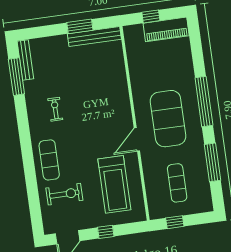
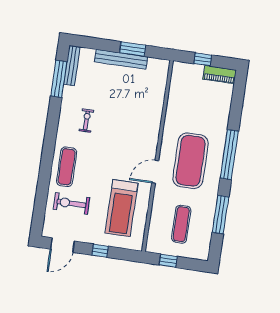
piano: (166, 29) -> (220, 75), width x0.73, depth x0.75
bench: (94, 37) -> (121, 59), moved
exercise bike: (64, 194) -> (71, 203), turned 180

